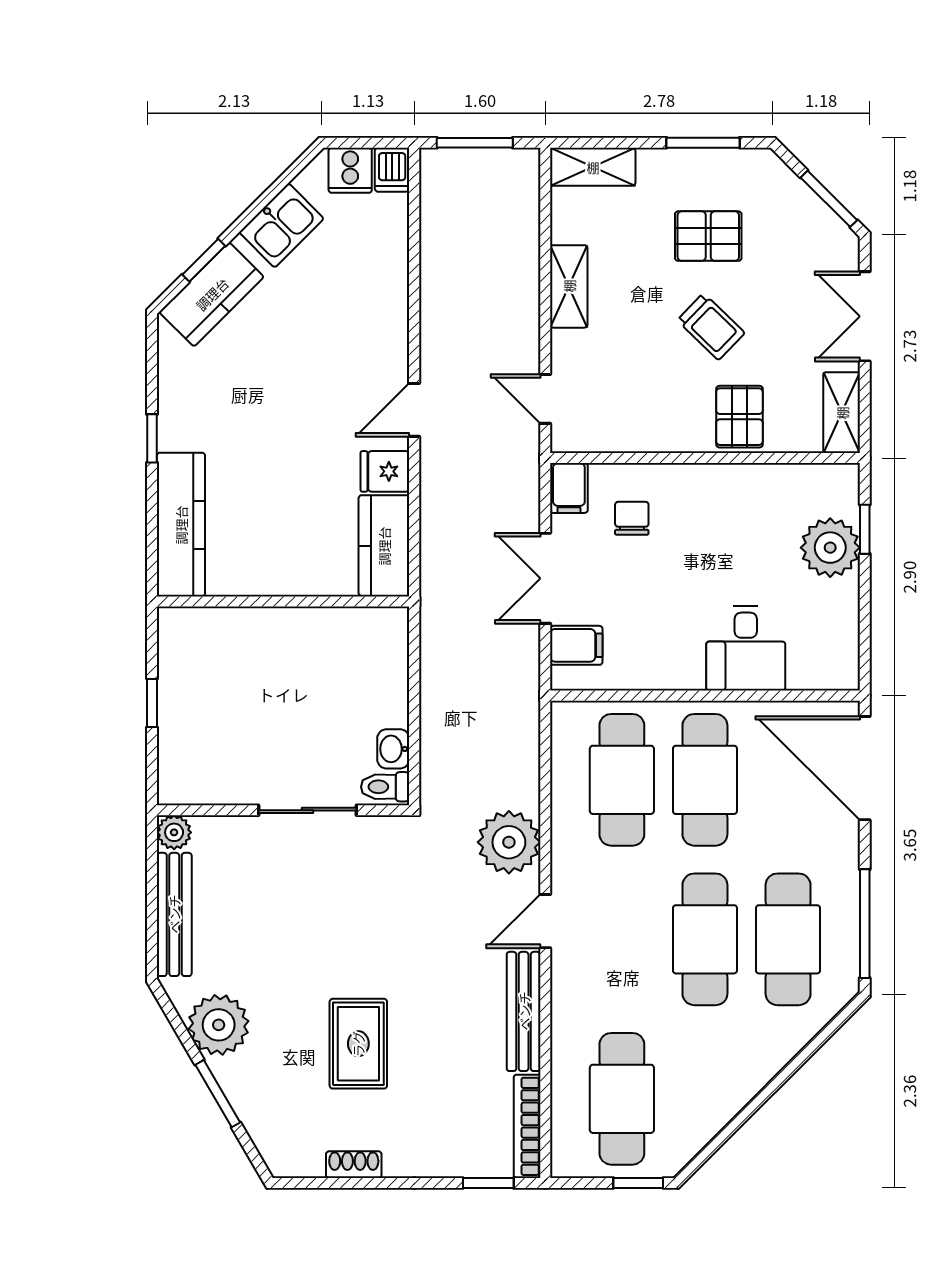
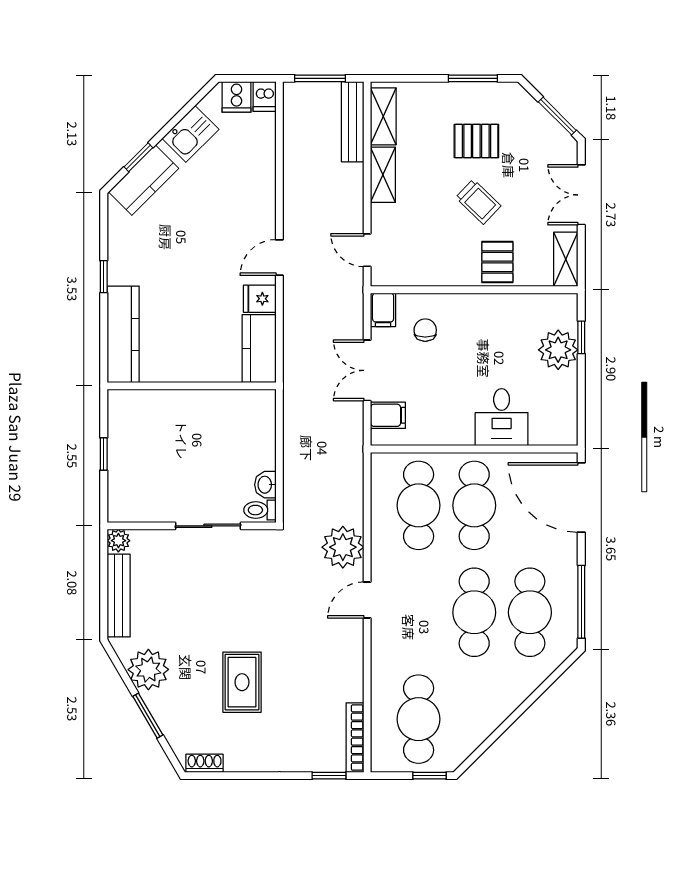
shelving: (593, 167) -> (383, 116), moved, turned 90
bench: (524, 1011) -> (353, 122), moved
shoe rack: (354, 1165) -> (205, 763), moved

